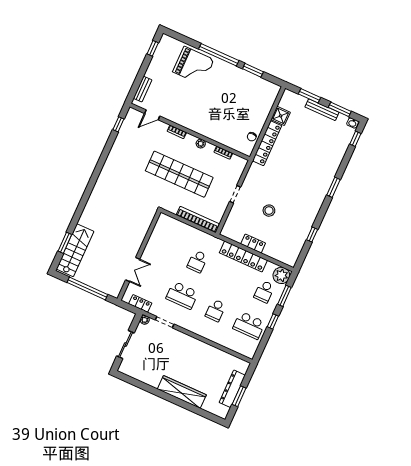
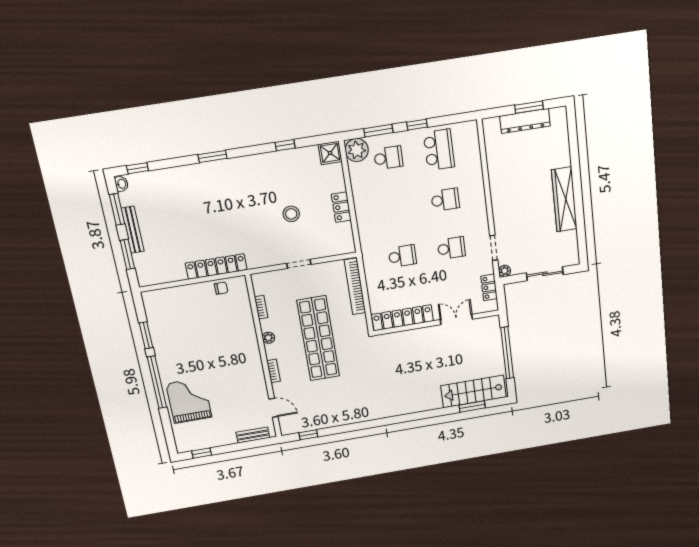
shower: (281, 116) -> (330, 153), moved
locker: (243, 256) -> (403, 318), moved, turned -90
school desk: (182, 295) -> (451, 248), width x0.54
wardrobe: (182, 392) -> (564, 199), moved

